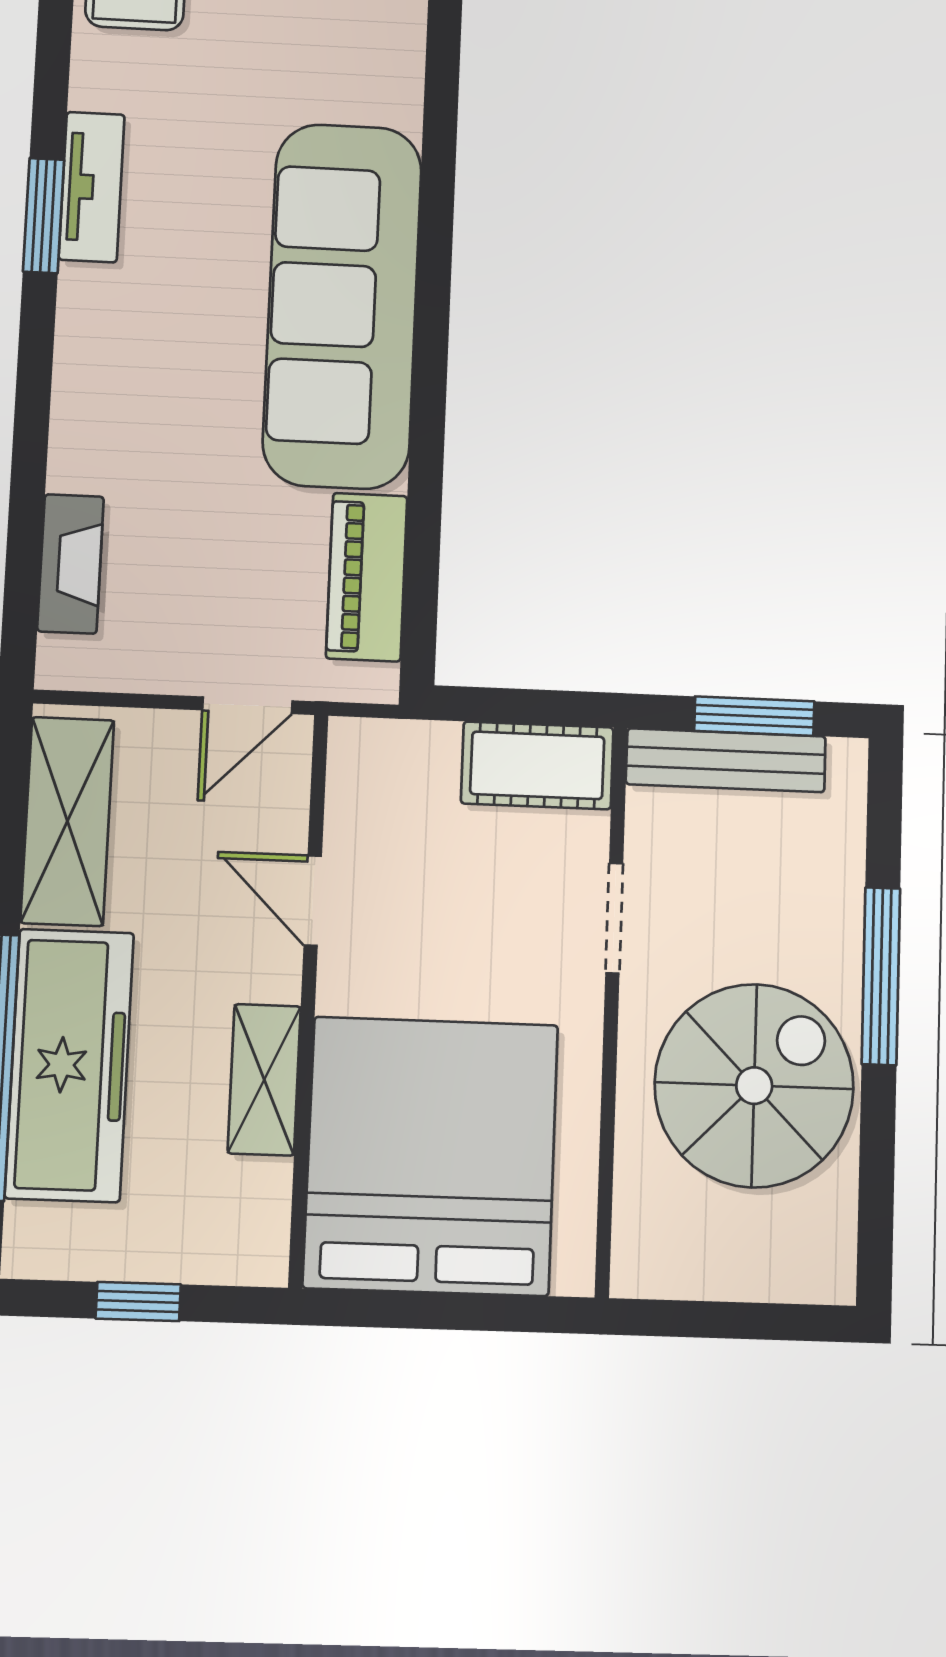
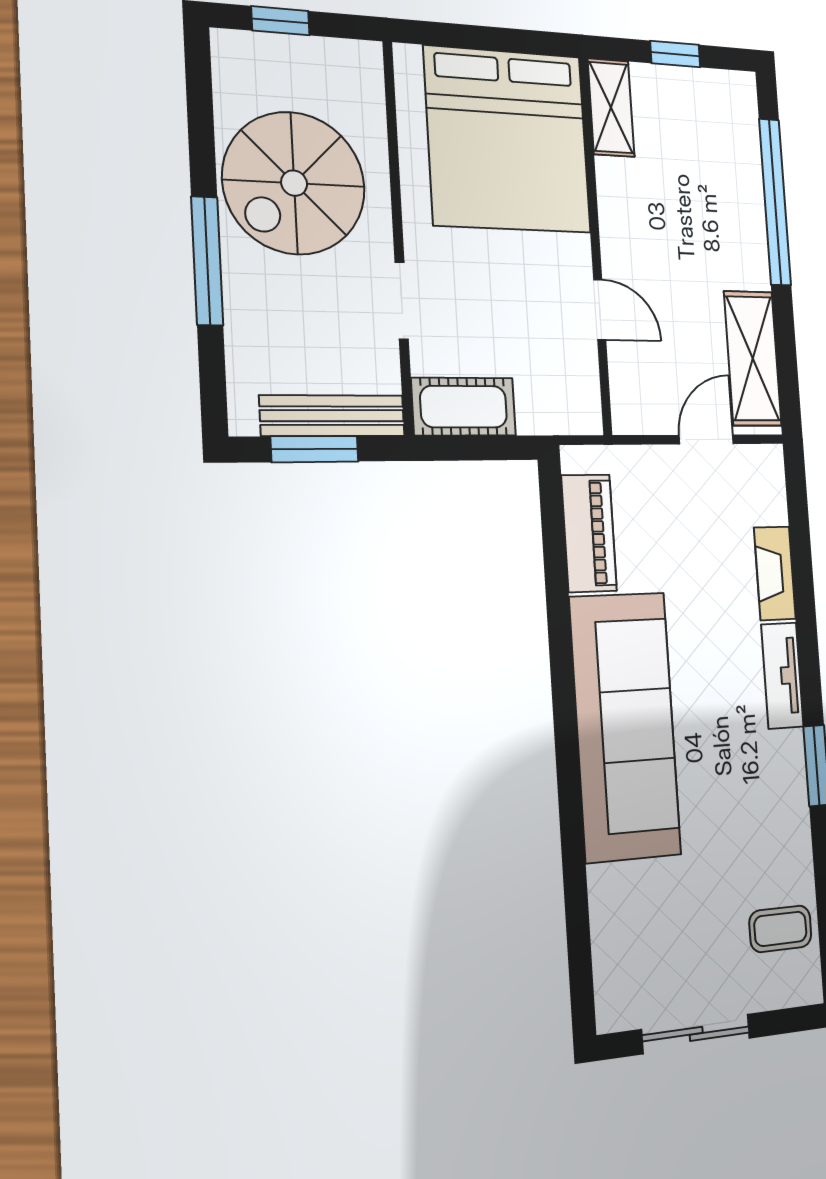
tv unit: (92, 187) -> (782, 676), moved
fireplace: (71, 564) -> (775, 573), moved
door: (247, 705) -> (706, 439), moved
freezer: (70, 1065) -> (732, 203), removed
shelving: (264, 1080) -> (611, 108), moved
window: (756, 1321) -> (280, 21), added

